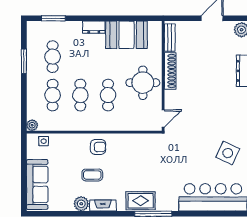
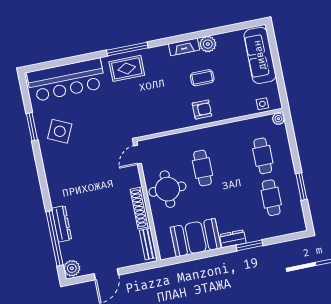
window: (53, 18) -> (249, 245), moved
cafe table: (80, 95) -> (233, 162), removed
armchair: (98, 147) -> (202, 109), turned 180
rug: (141, 201) -> (127, 68), moved

